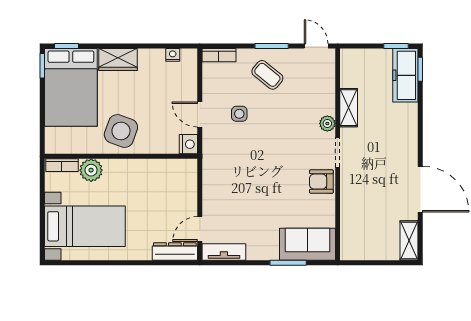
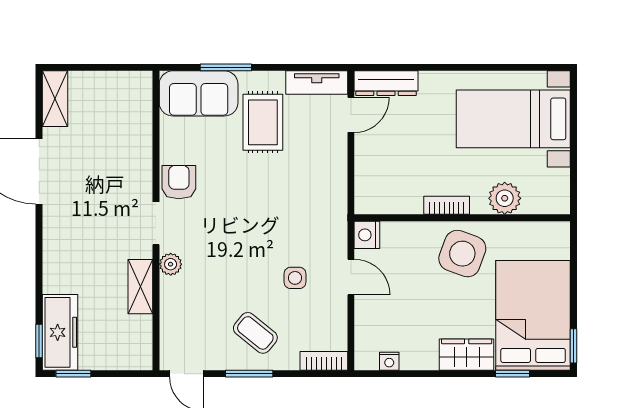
window: (67, 46) -> (512, 374), moved
bookcase: (62, 165) -> (447, 205), moved
armchair: (321, 182) -> (179, 182), turned -90
rug: (262, 224) -> (263, 122), added

